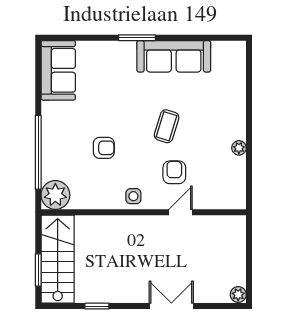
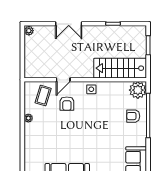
coffee table: (167, 126) -> (43, 96), moved
armchair: (104, 148) -> (133, 116), moved
stairs: (58, 259) -> (120, 68), moved, turned 90

